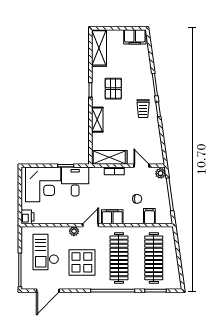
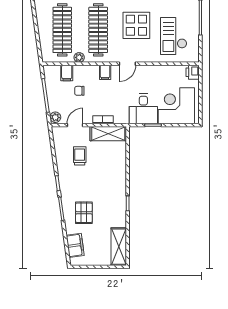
filing cabinet: (135, 37) -> (75, 245), moved, turned 82
pallet: (113, 89) -> (84, 213), moved
trolley: (143, 109) -> (80, 156), moved
shelving: (97, 120) -> (121, 173), removed
door: (141, 166) -> (75, 125), swing flipped
filing cabinet: (112, 217) -> (105, 72), width x0.50
plant: (74, 231) -> (79, 57), moved
checkout: (46, 252) -> (174, 36), turned 180

